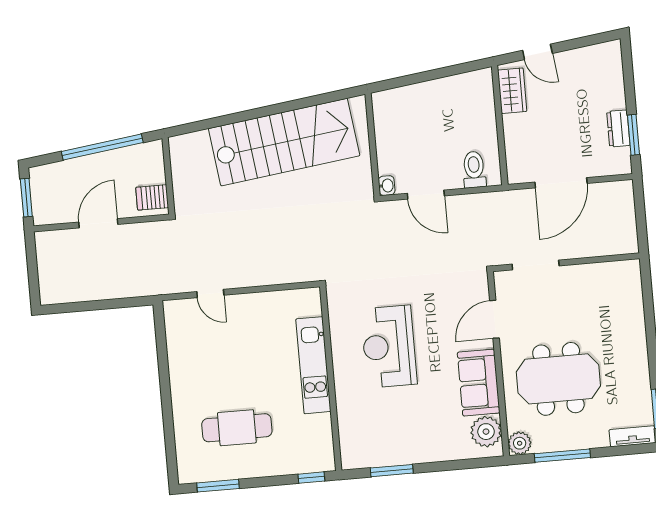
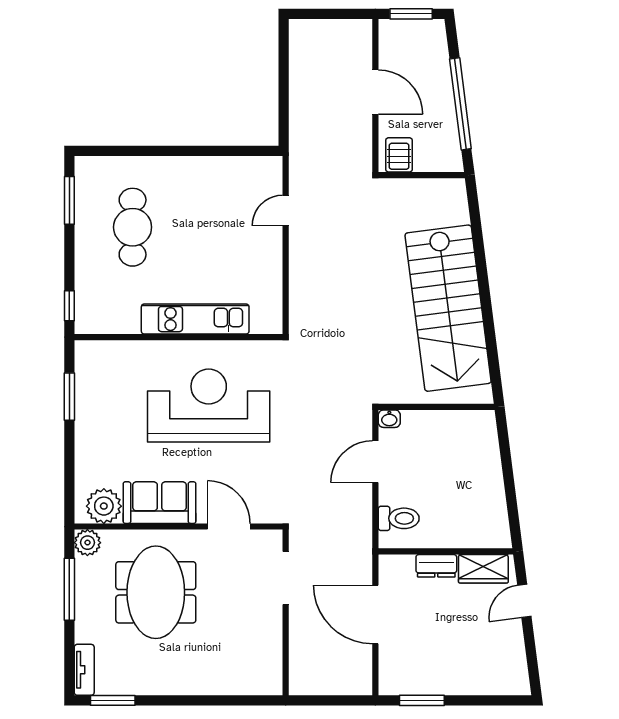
dresser: (618, 128) -> (436, 566), moved, turned 180
reception desk: (389, 347) -> (209, 406), width x1.36, depth x1.30

